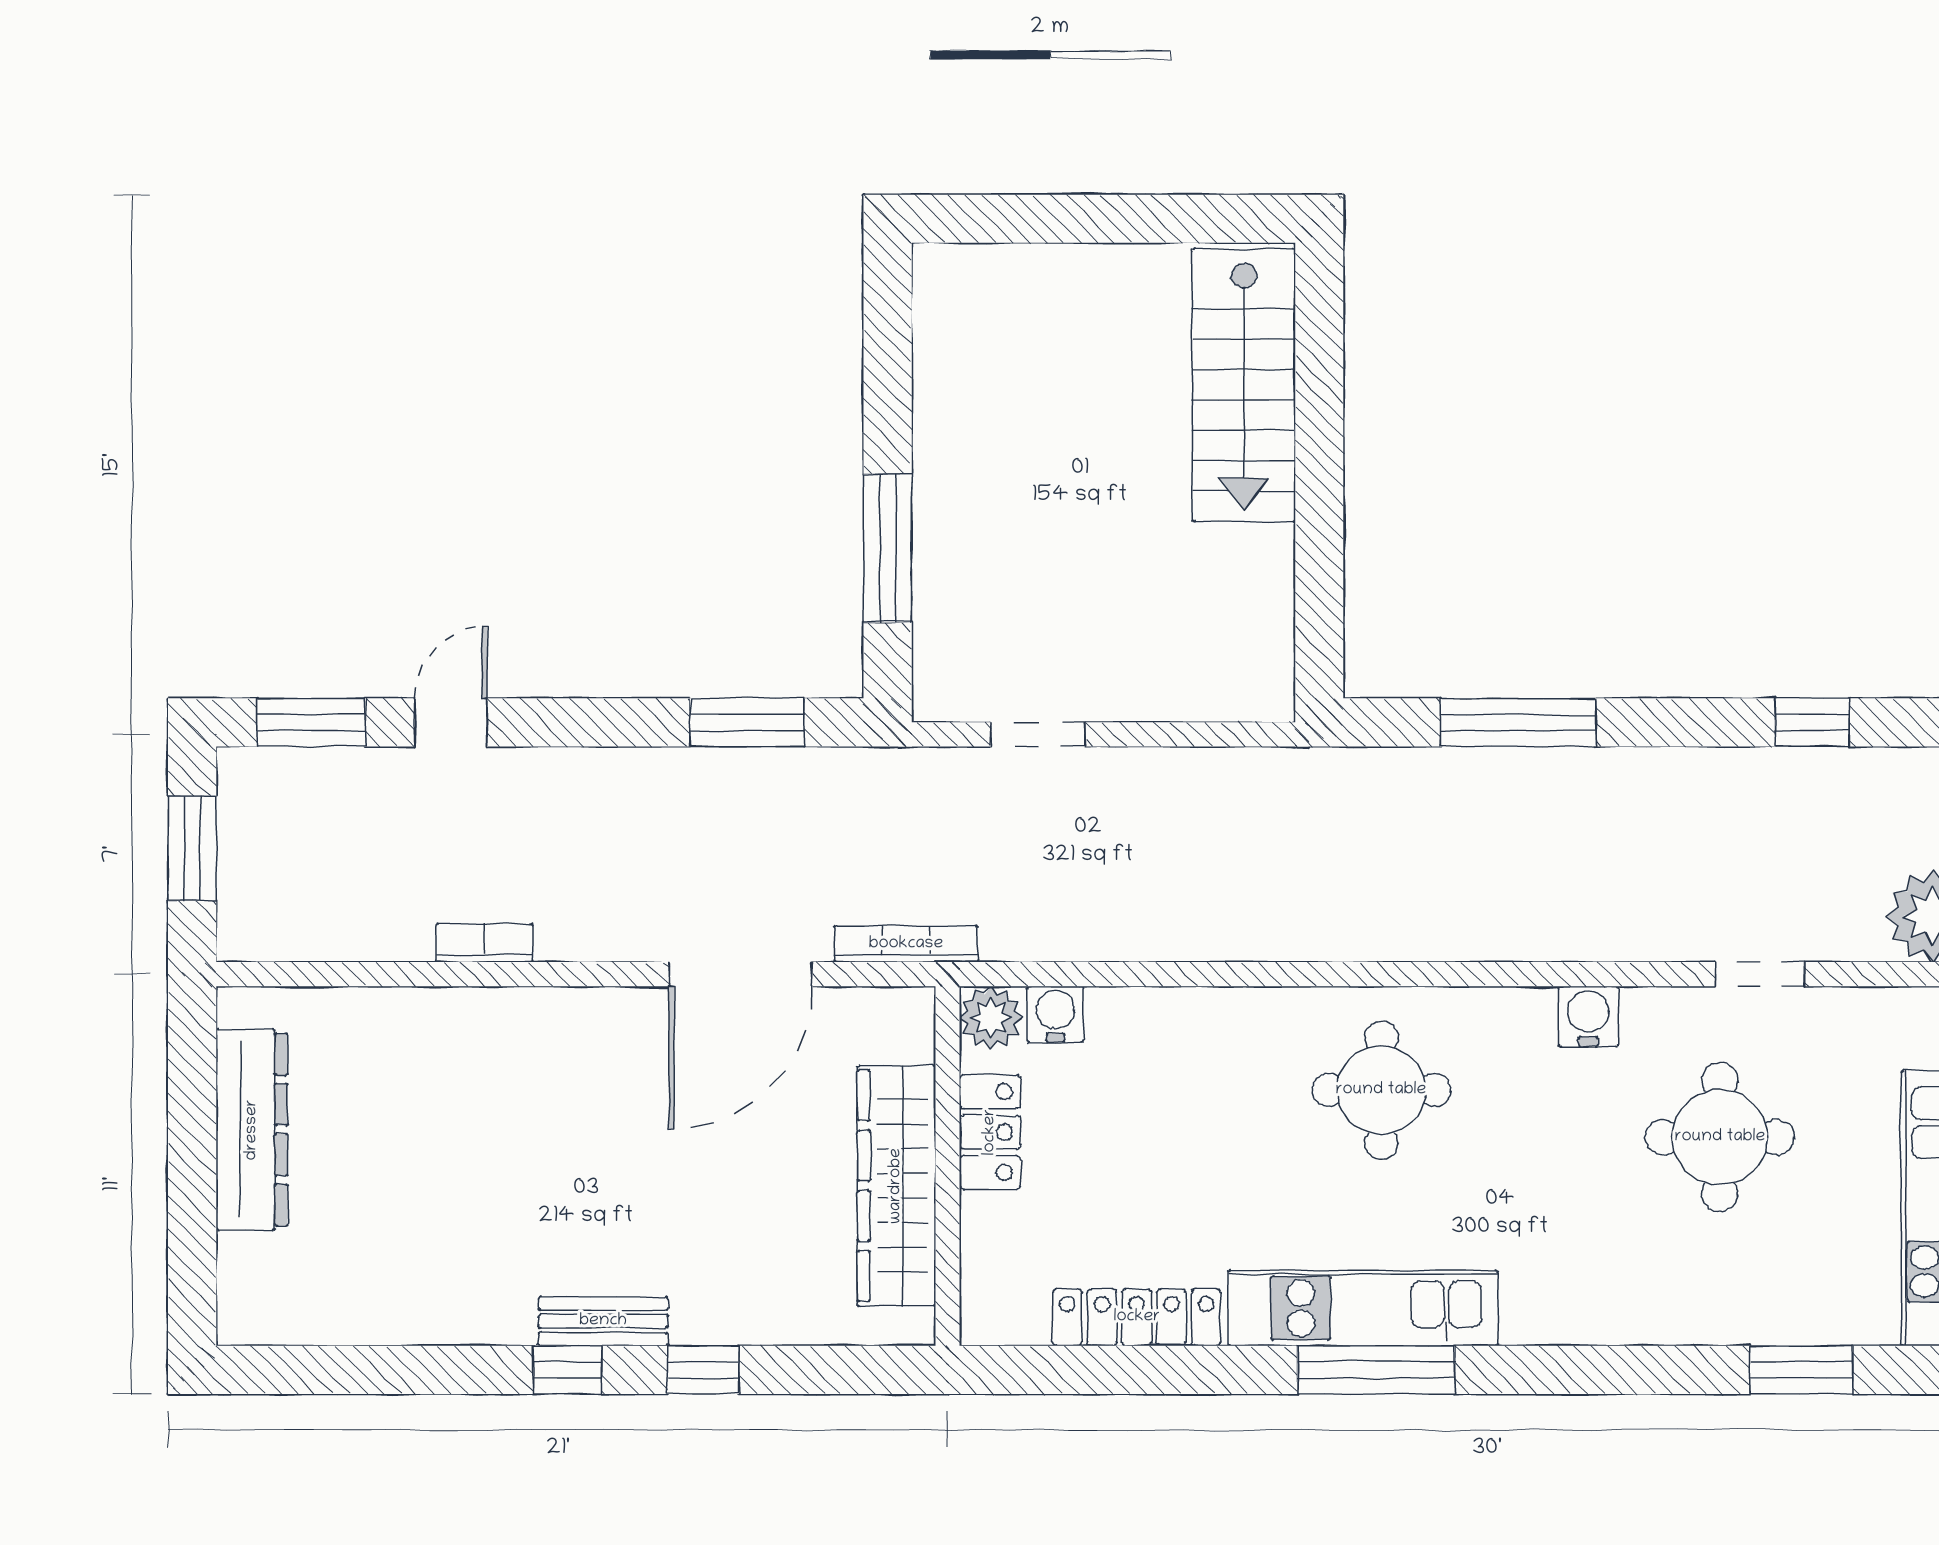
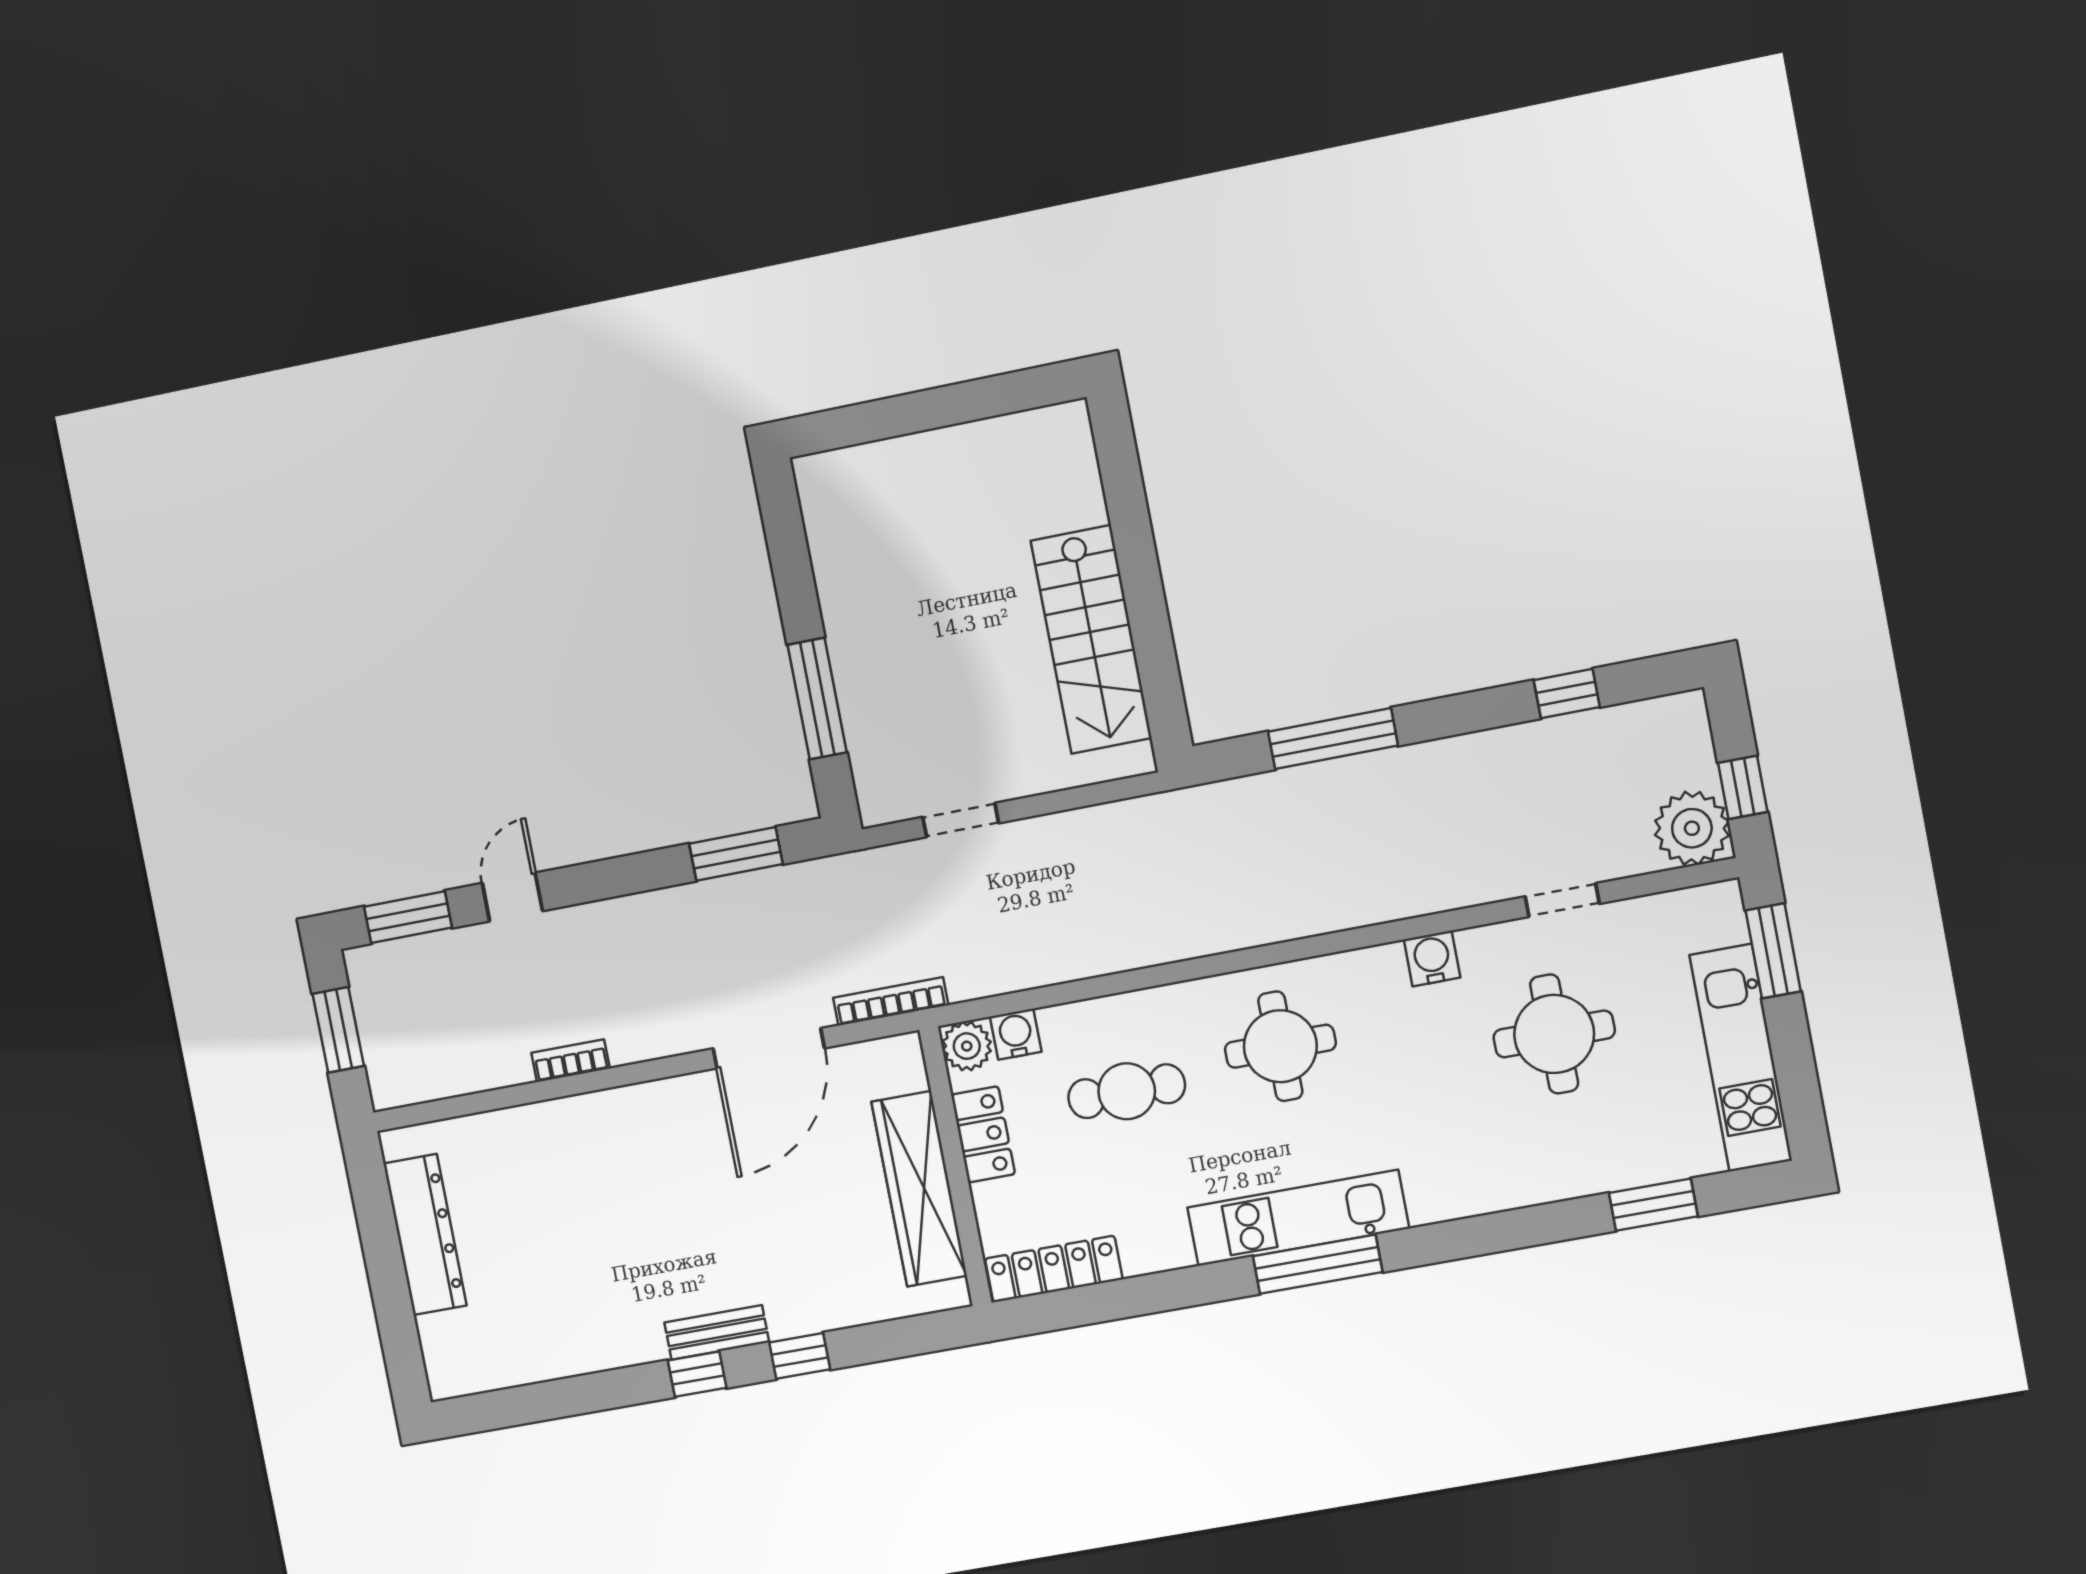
stairs: (1244, 385) -> (1091, 639), moved
cafe table: (1180, 1111) -> (1127, 1091), added
locker: (1137, 1317) -> (1054, 1269), moved

